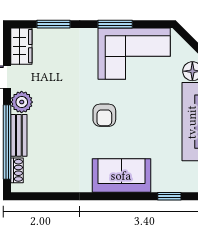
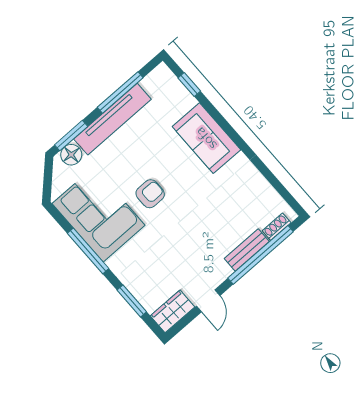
window: (115, 24) -> (88, 251), width x1.44
plant: (22, 102) -> (218, 271), removed
armchair: (104, 115) -> (150, 194), moved

